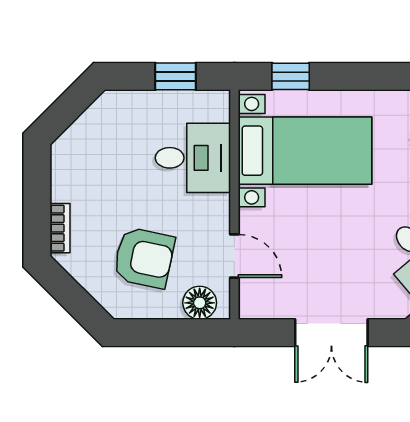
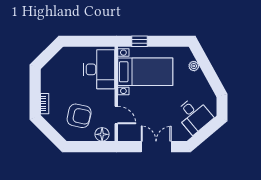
window: (176, 76) -> (92, 41), removed
desk: (193, 158) -> (99, 69), width x1.37
double door: (331, 333) -> (156, 147), swing flipped

